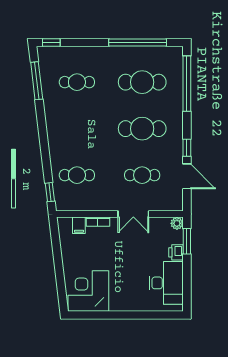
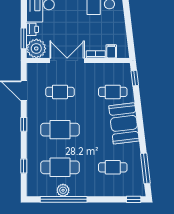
plant: (138, 54) -> (63, 190), added
window: (187, 84) -> (24, 166), width x0.32
booth: (63, 136) -> (124, 123), added
window: (187, 148) -> (24, 124), moved
double door: (133, 214) -> (67, 60), width x1.37
plant: (177, 223) -> (36, 48), width x1.88, depth x1.88

